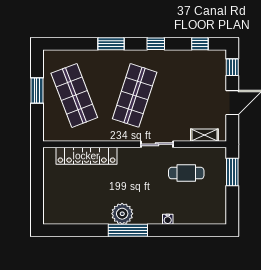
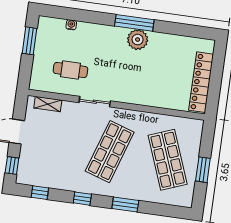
locker: (86, 156) -> (201, 82), moved, turned -90
window: (232, 172) -> (30, 41), moved
water cooler: (168, 219) -> (71, 25), moved

